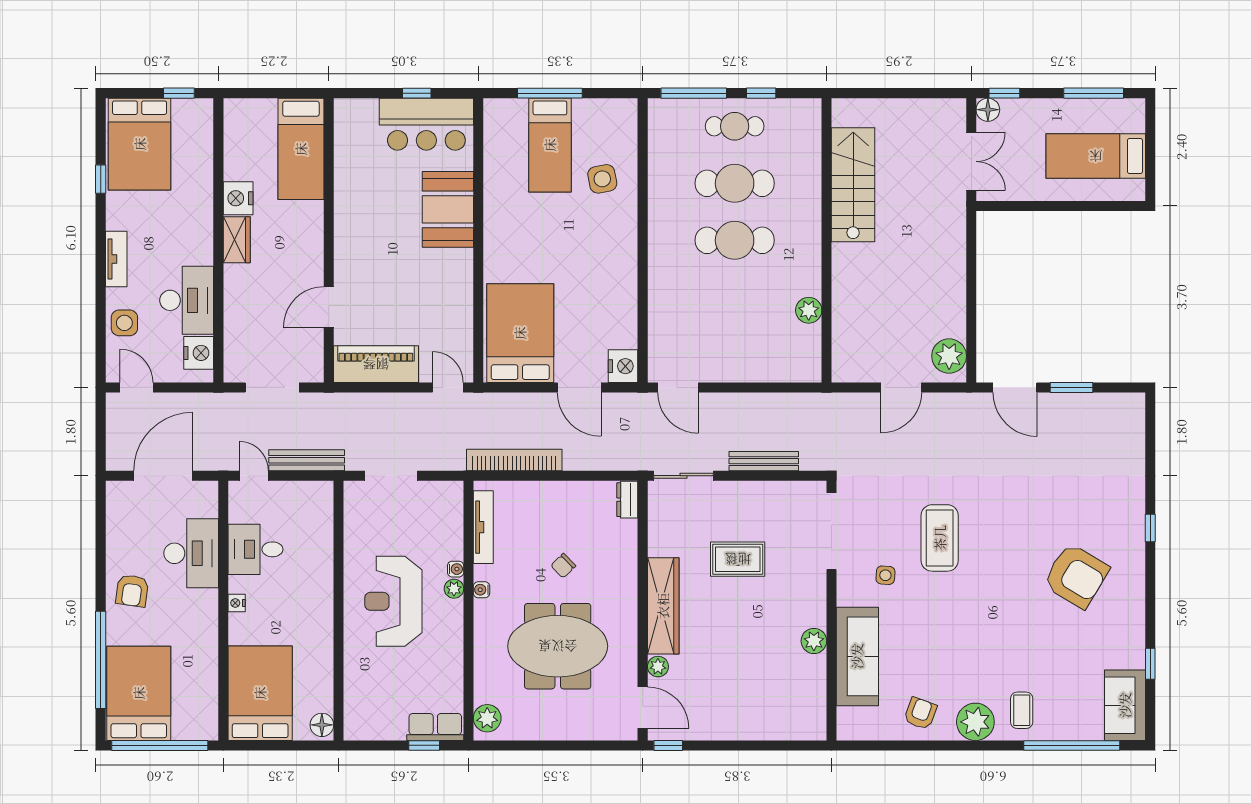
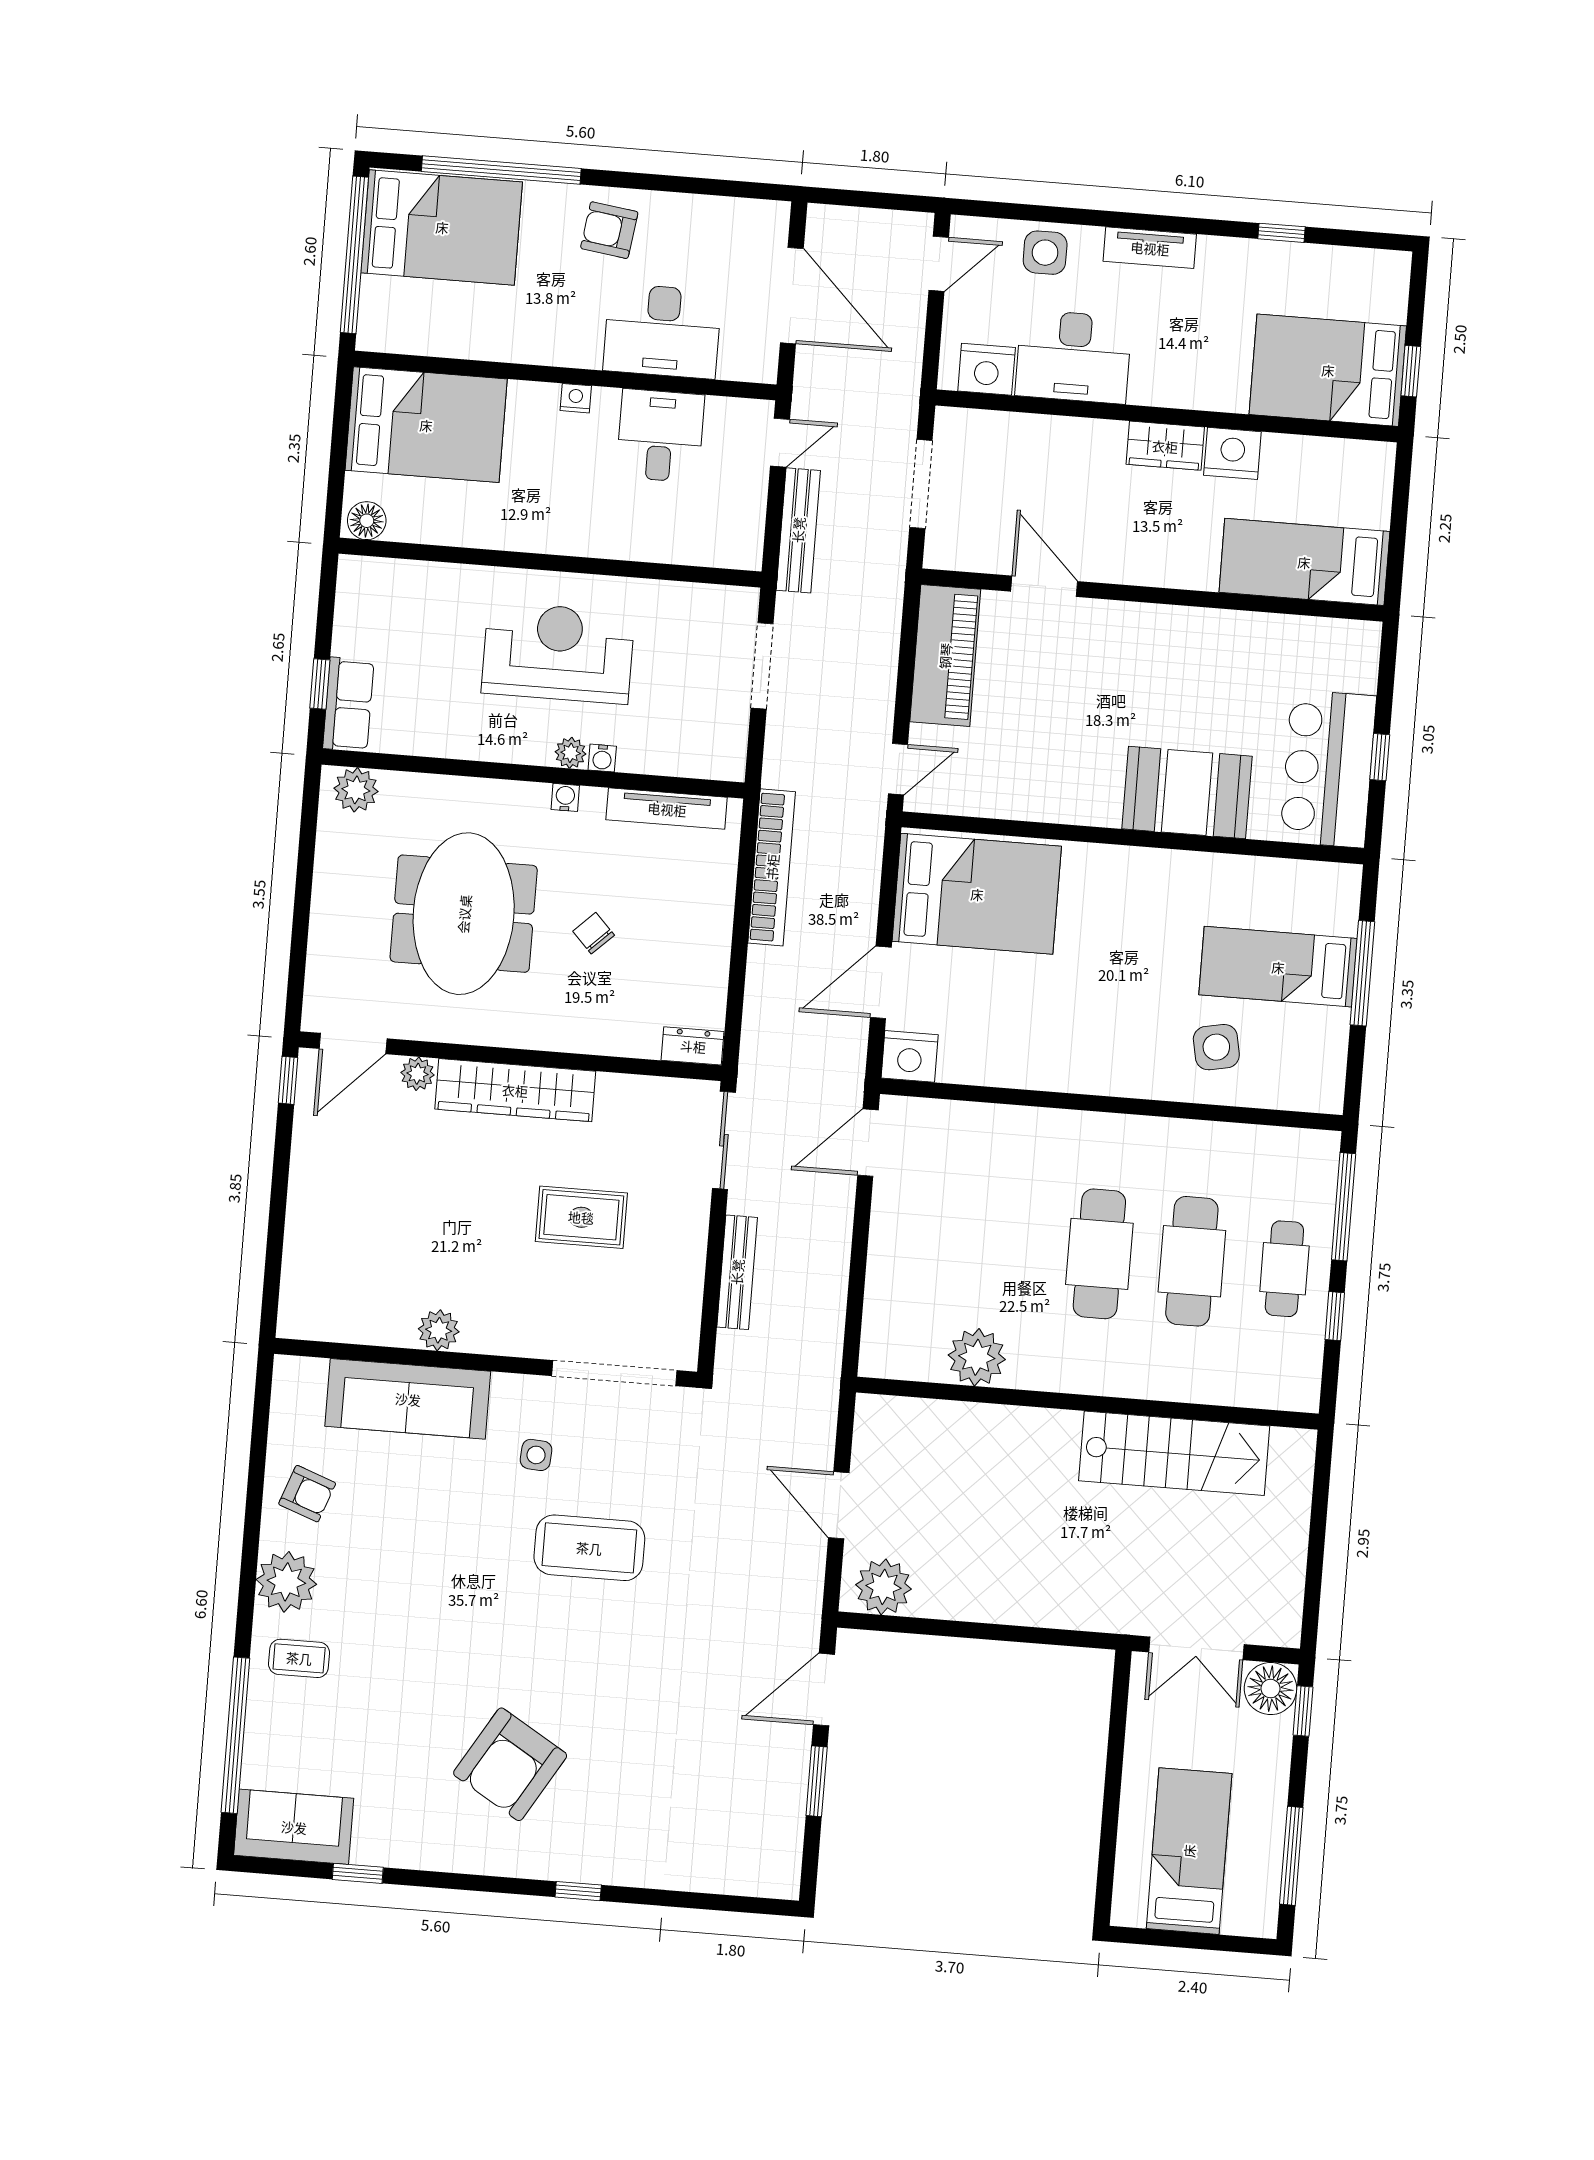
floor lamp: (988, 110) -> (1271, 1689), width x1.38, depth x1.38
bed: (140, 144) -> (1328, 370), moved
plant: (809, 310) -> (977, 1357), width x1.36, depth x1.36
rug: (738, 559) -> (581, 1217), turned 90

